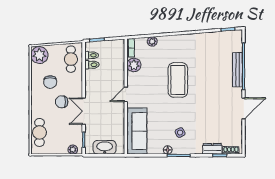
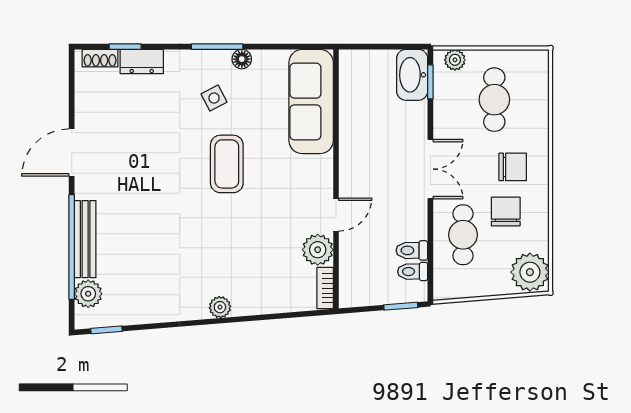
plant: (152, 41) -> (220, 307), moved
plant: (236, 45) -> (88, 294), added
cafe table: (71, 59) -> (463, 235), moved
coffee table: (178, 80) -> (227, 164), moved, width x0.73, depth x0.76
door: (126, 94) -> (336, 215), moved
chair: (62, 102) -> (513, 167), moved
double door: (84, 111) -> (430, 169), moved
cafe table: (40, 132) -> (494, 100), moved
washbasin: (105, 147) -> (412, 75), moved, turned 90

